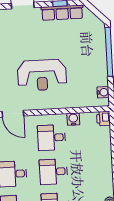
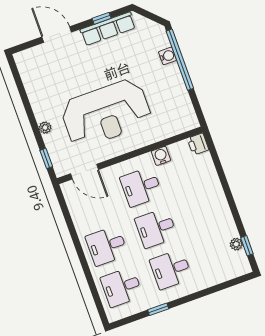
reception desk: (42, 75) -> (106, 113), width x1.36, depth x1.30
water cooler: (103, 92) -> (168, 56), moved

